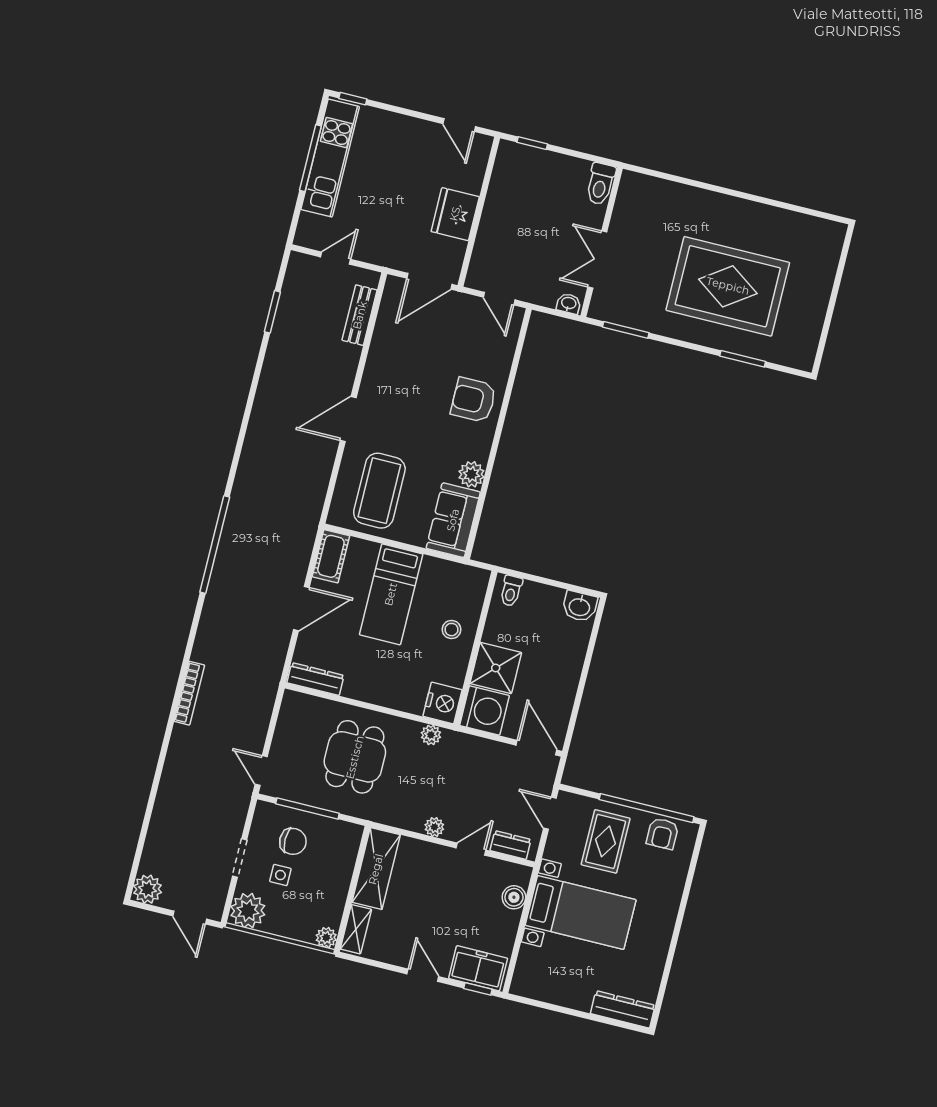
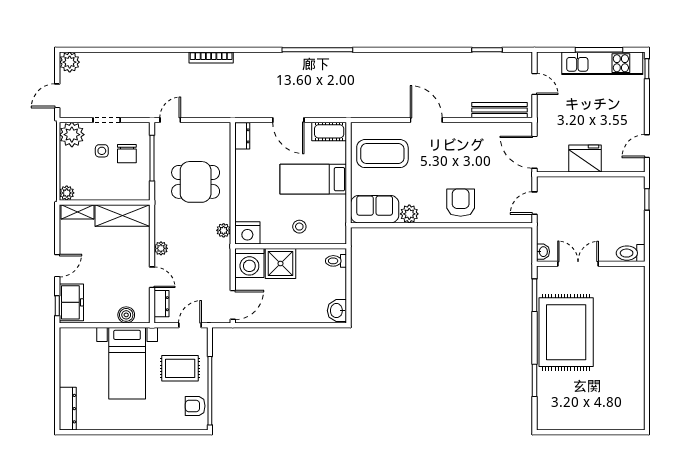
rug: (728, 286) -> (566, 332), moved
bench: (360, 315) -> (500, 110), width x1.36
dresser: (315, 679) -> (242, 136), width x0.70

